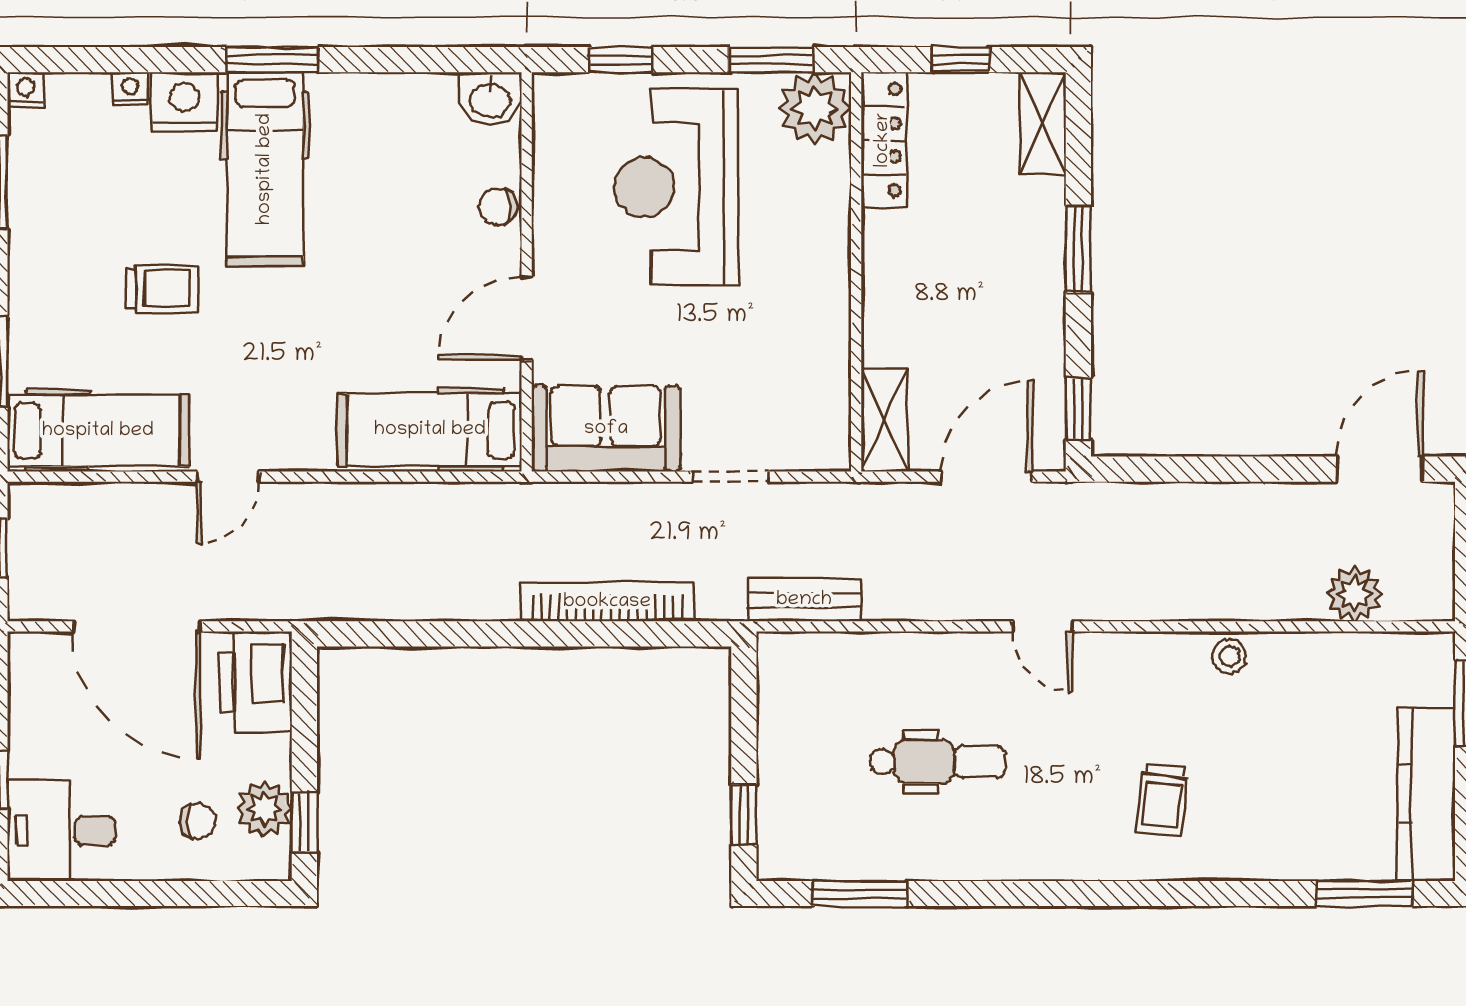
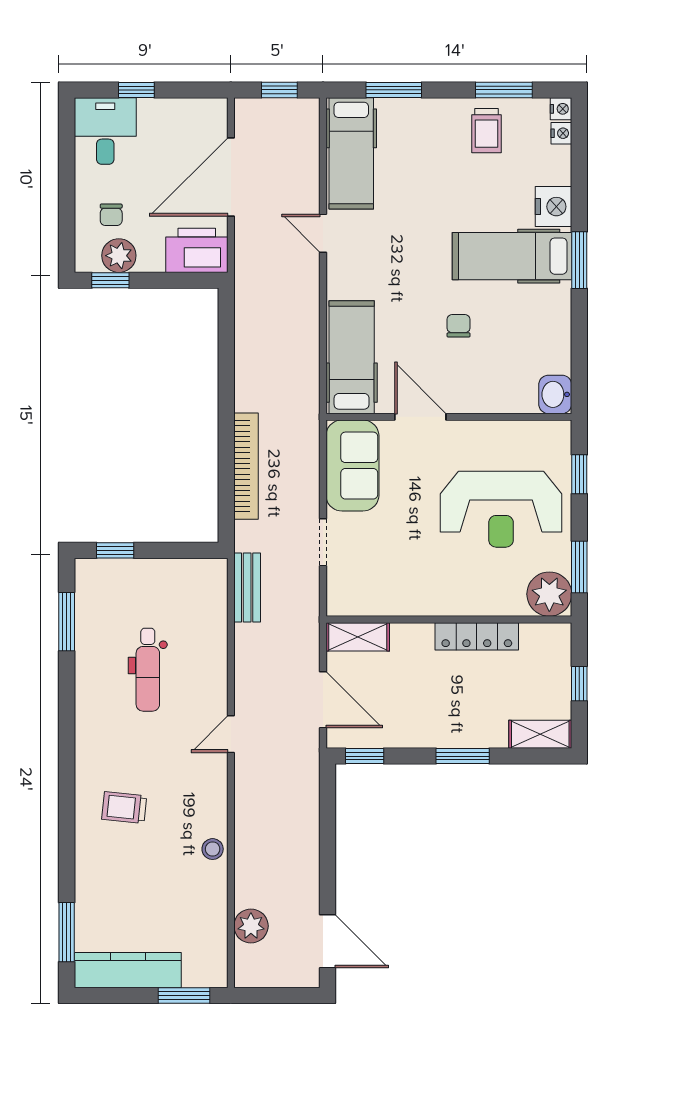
nightstand: (130, 89) -> (561, 133), moved
locker: (883, 140) -> (477, 636), moved
reception desk: (677, 187) -> (501, 509), turned 180
chair: (498, 207) -> (459, 326), moved
trolley: (162, 289) -> (486, 131), moved

